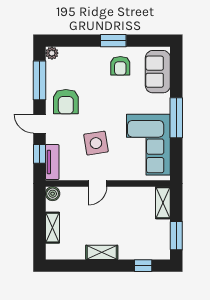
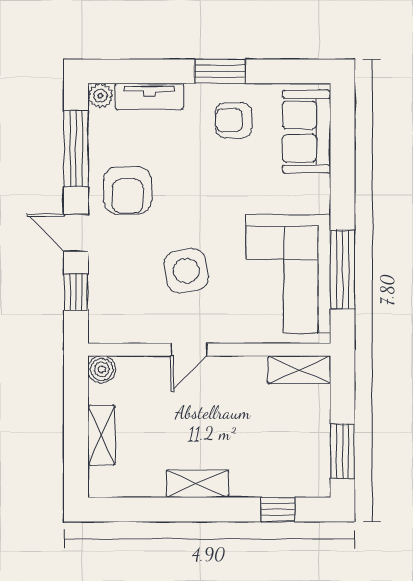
armchair: (120, 66) -> (234, 120), turned 90
window: (176, 118) -> (342, 270), moved
tv unit: (52, 162) -> (149, 96), moved, turned 90
shelving: (163, 203) -> (299, 370), moved, turned 90

